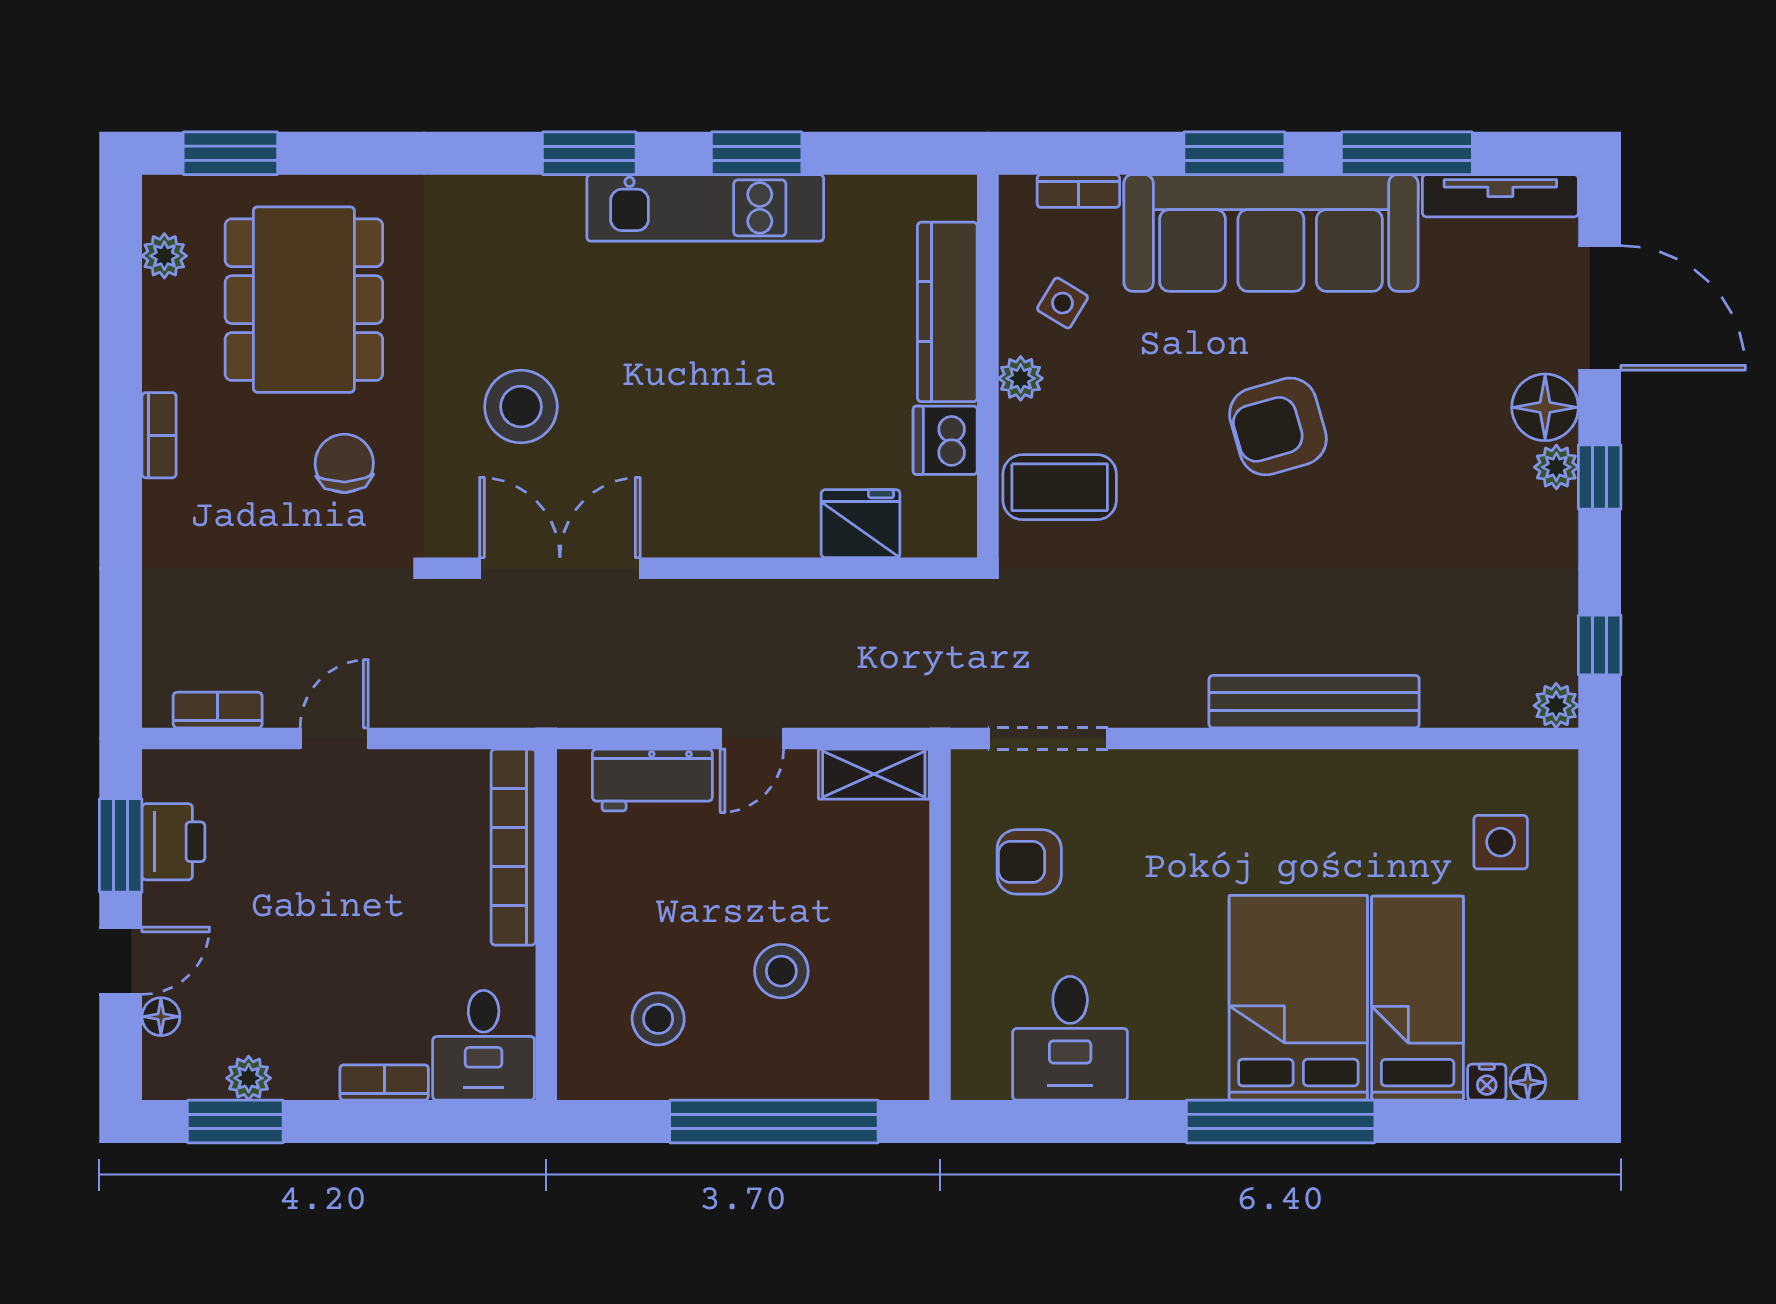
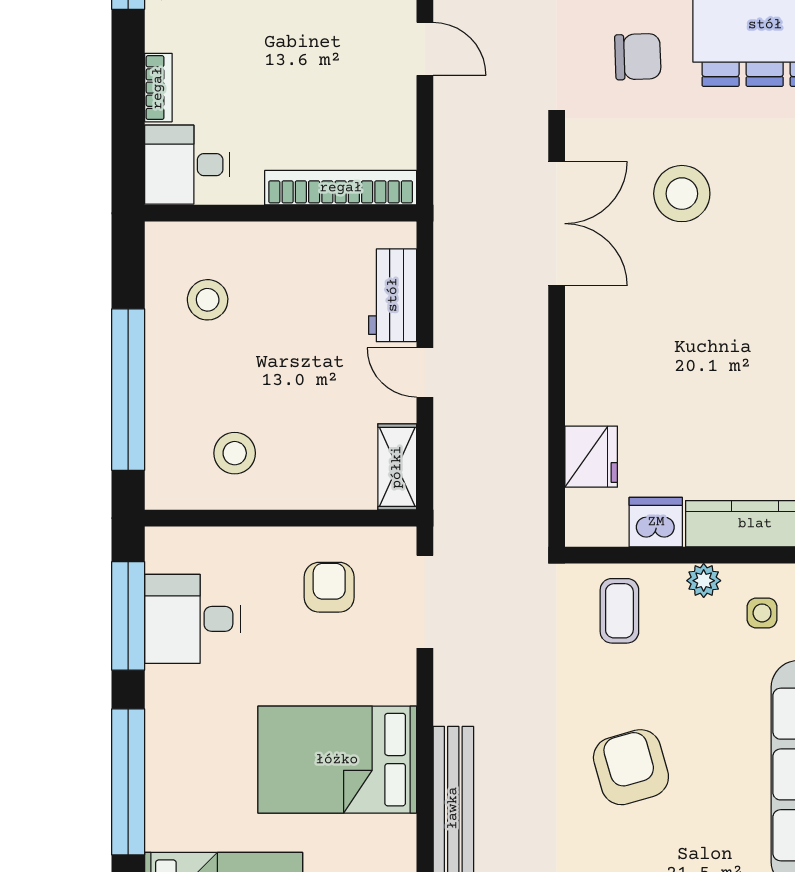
side table: (1062, 303) -> (762, 613), turned -31
armchair: (1278, 426) -> (631, 767), moved
coffee table: (1060, 487) -> (619, 611), width x0.73, depth x0.77
stool: (781, 971) -> (235, 453), moved
bed: (1298, 998) -> (337, 760), moved, turned 180
window: (1066, 1121) -> (128, 616), added

